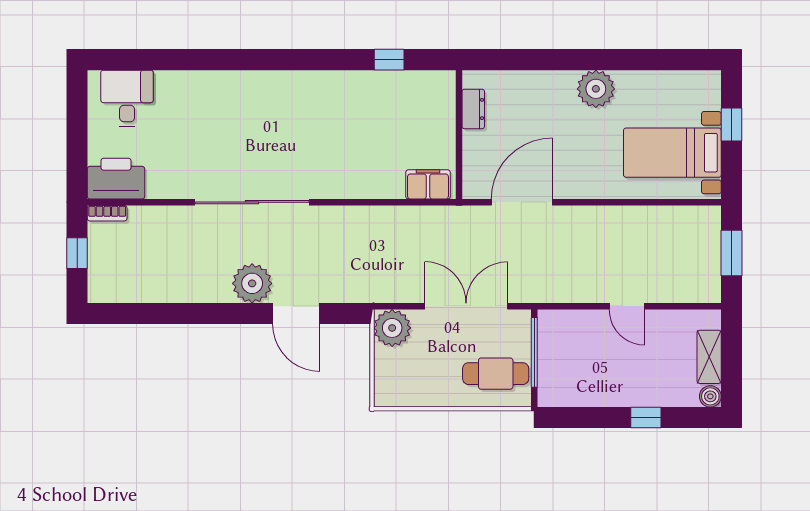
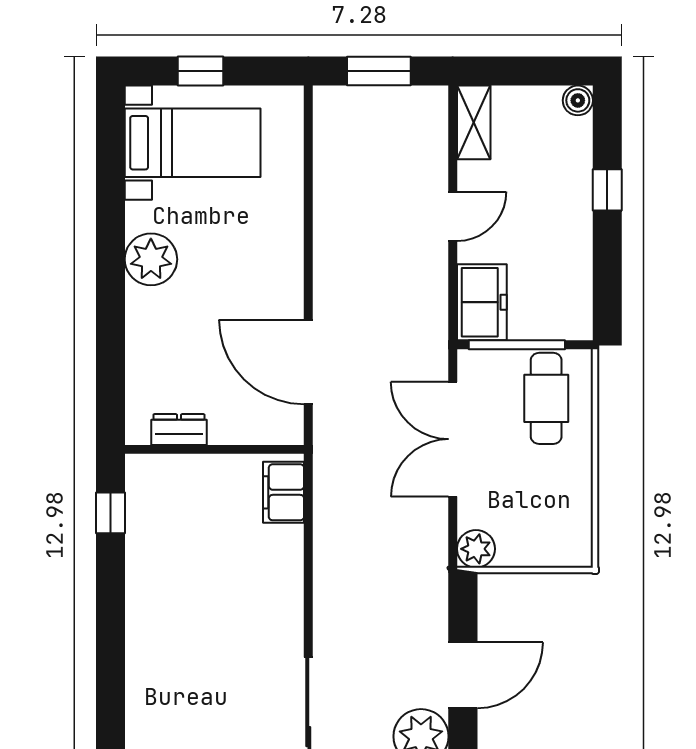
window: (389, 60) -> (110, 513), moved
bed with nightstands: (672, 153) -> (193, 143), moved, turned -90
freezer: (565, 327) -> (482, 302), added
plant: (392, 328) -> (476, 549), width x0.73, depth x0.73
shelving: (709, 357) -> (474, 122), moved, turned 90

